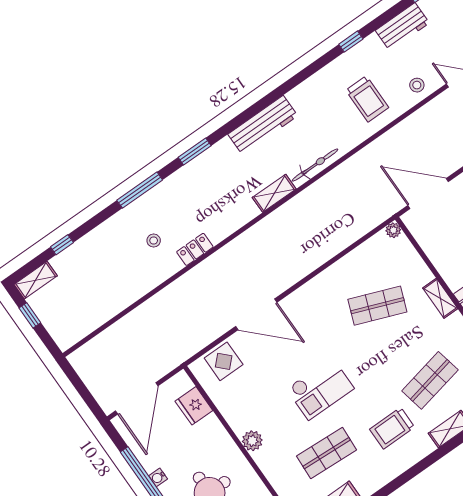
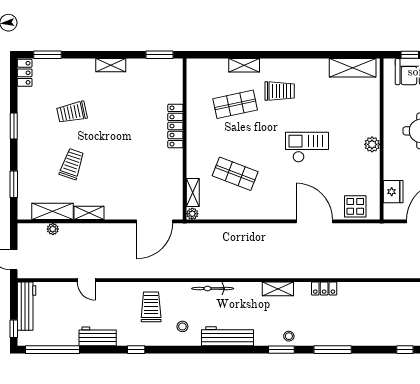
stool: (417, 85) -> (182, 326), moved
shelving: (274, 193) -> (278, 289), moved
door: (428, 194) -> (155, 221), hinge flipped
stool: (154, 241) -> (289, 336), moved
shelving: (440, 298) -> (193, 193), moved
shop shelf: (327, 453) -> (331, 104), removed

